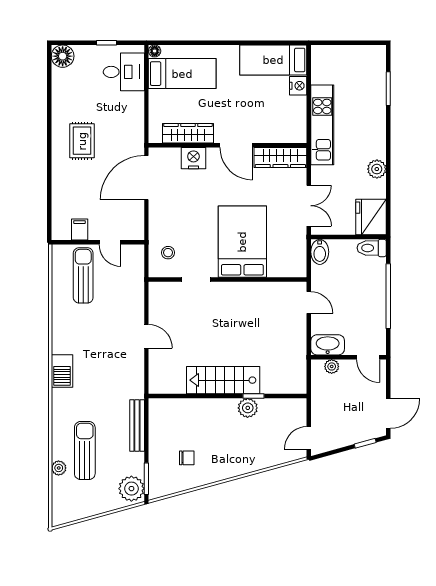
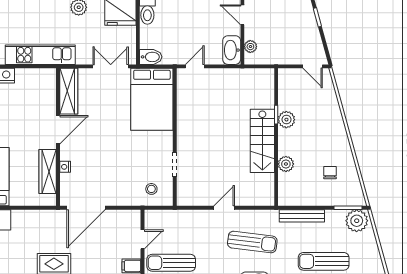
nightstand: (193, 158) -> (65, 167), width x0.53, depth x0.56
door: (146, 178) -> (86, 208), hinge flipped
bed: (242, 242) -> (152, 99), moved, turned -90
door: (368, 357) -> (242, 15), swing flipped
sun lounger: (107, 369) -> (252, 242), added
plant: (197, 407) -> (286, 164), added

